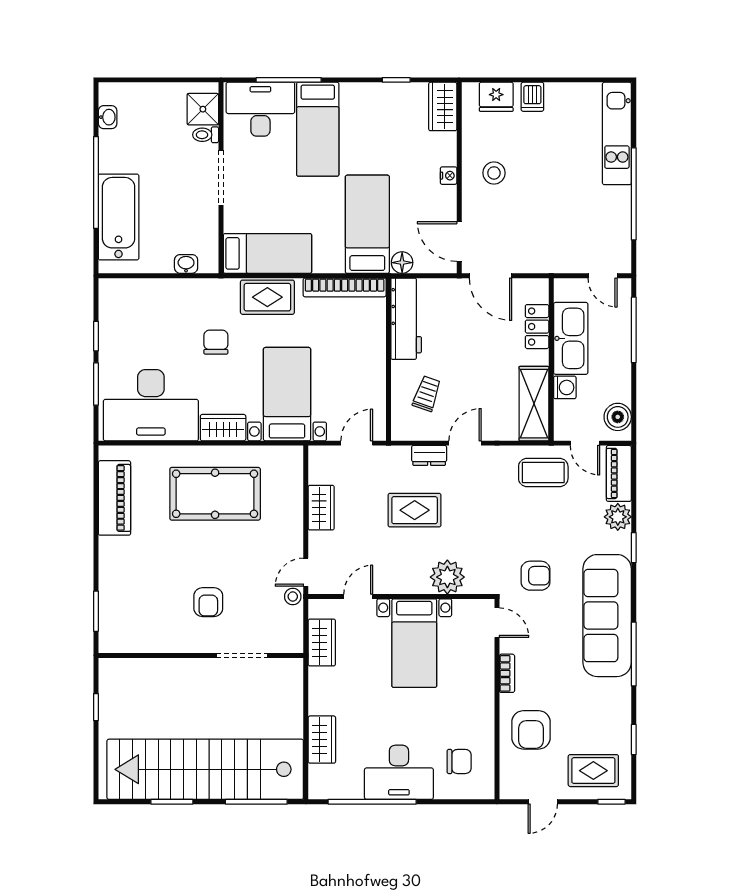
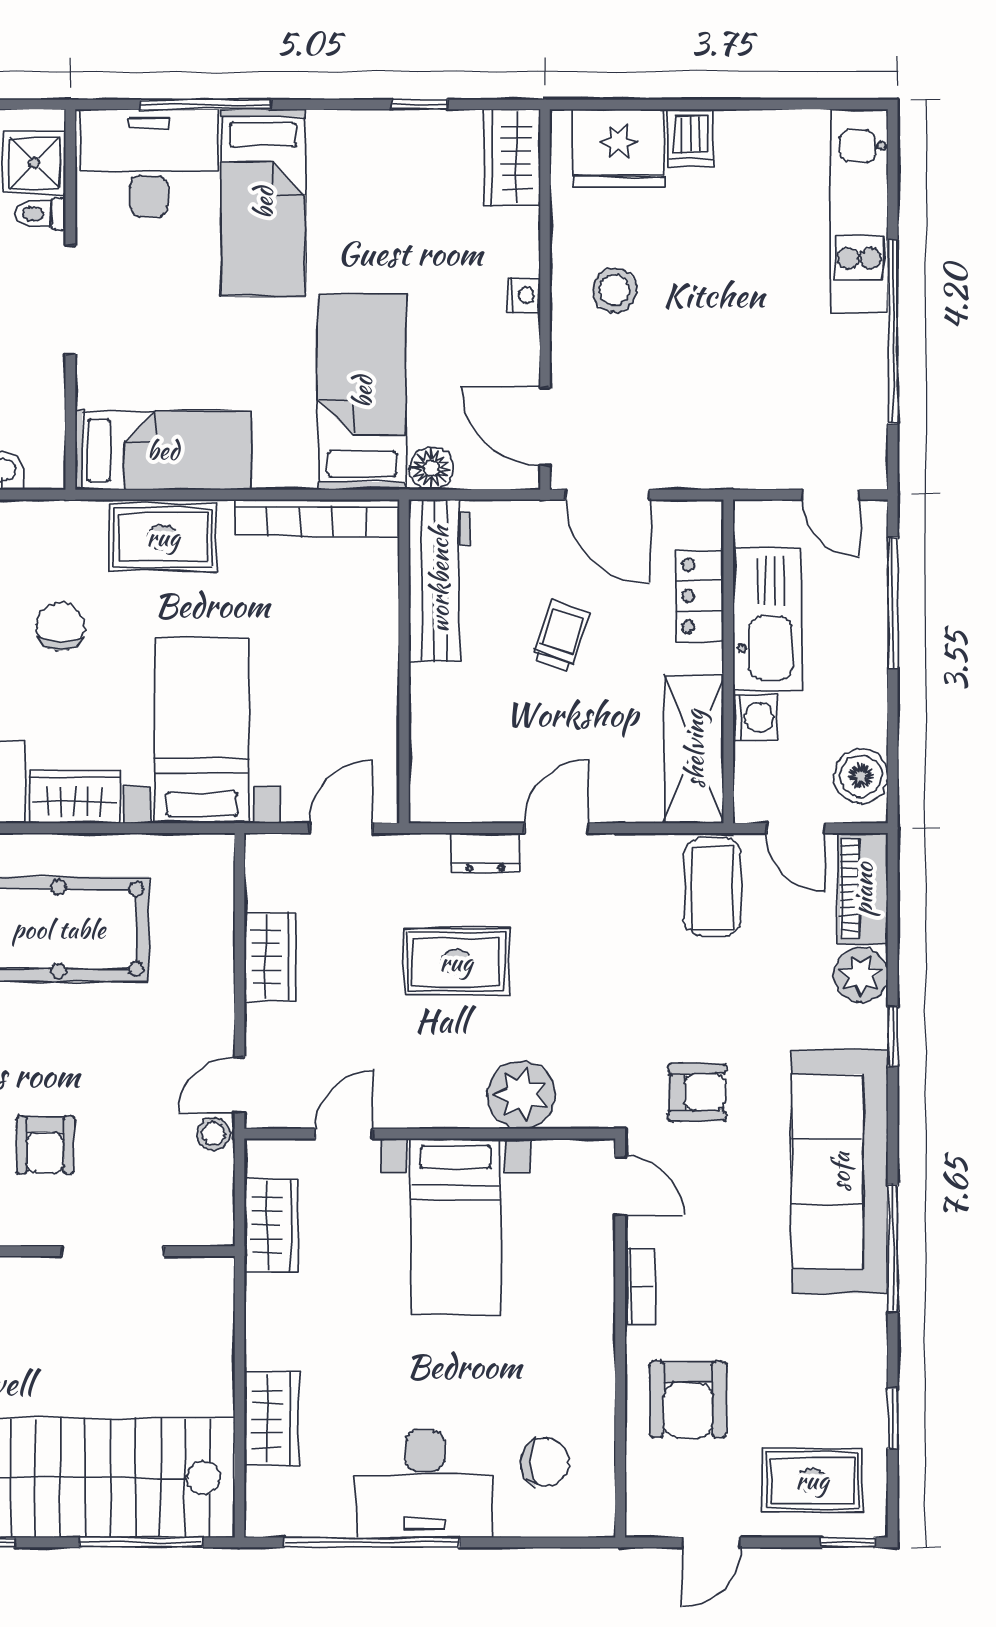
fridge: (496, 97) -> (619, 148), width x1.36, depth x1.34
trolley: (427, 394) -> (561, 636), moved
coffee table: (543, 472) -> (713, 887), turned 90

